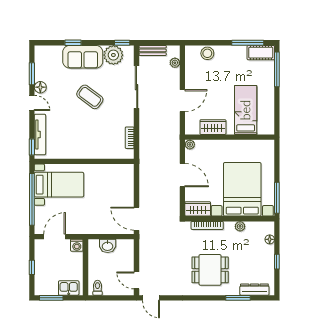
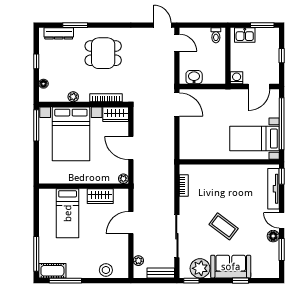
washbasin: (108, 246) -> (194, 77), moved

